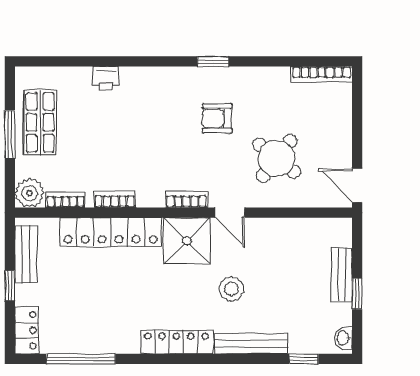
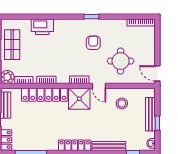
printer: (106, 78) -> (42, 27), width x1.87, depth x1.48
armchair: (217, 118) -> (93, 43), turned 90
round table: (277, 158) -> (121, 61), turned -38
bench: (342, 275) -> (150, 114), width x1.36
stool: (231, 289) -> (122, 103), moved

